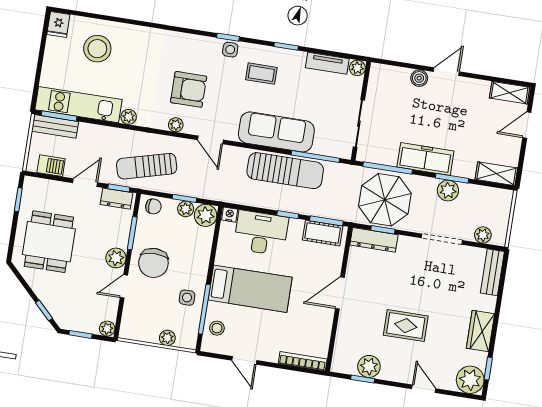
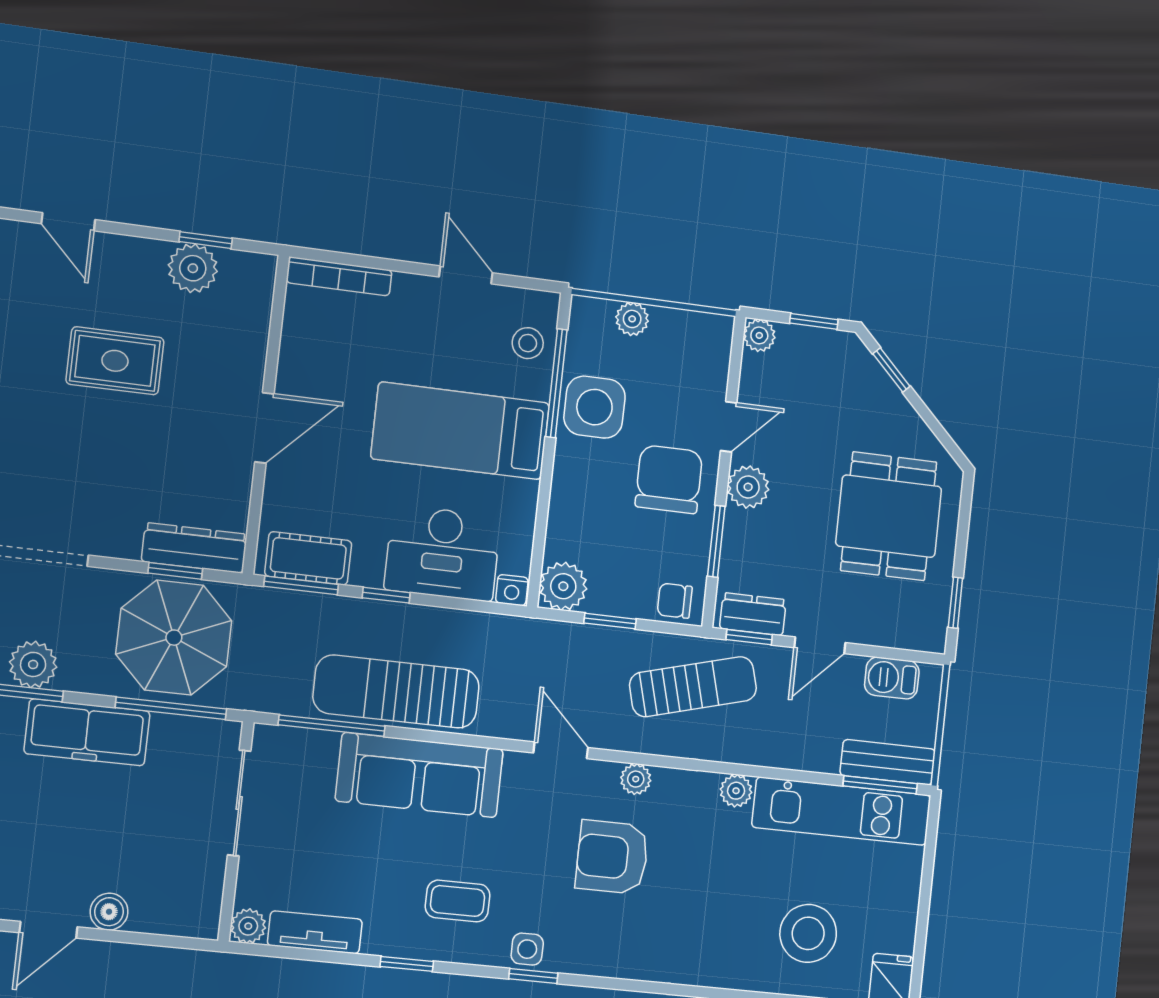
plant: (186, 209) -> (606, 598), removed
side table: (187, 298) -> (594, 407), width x1.87, depth x1.87

